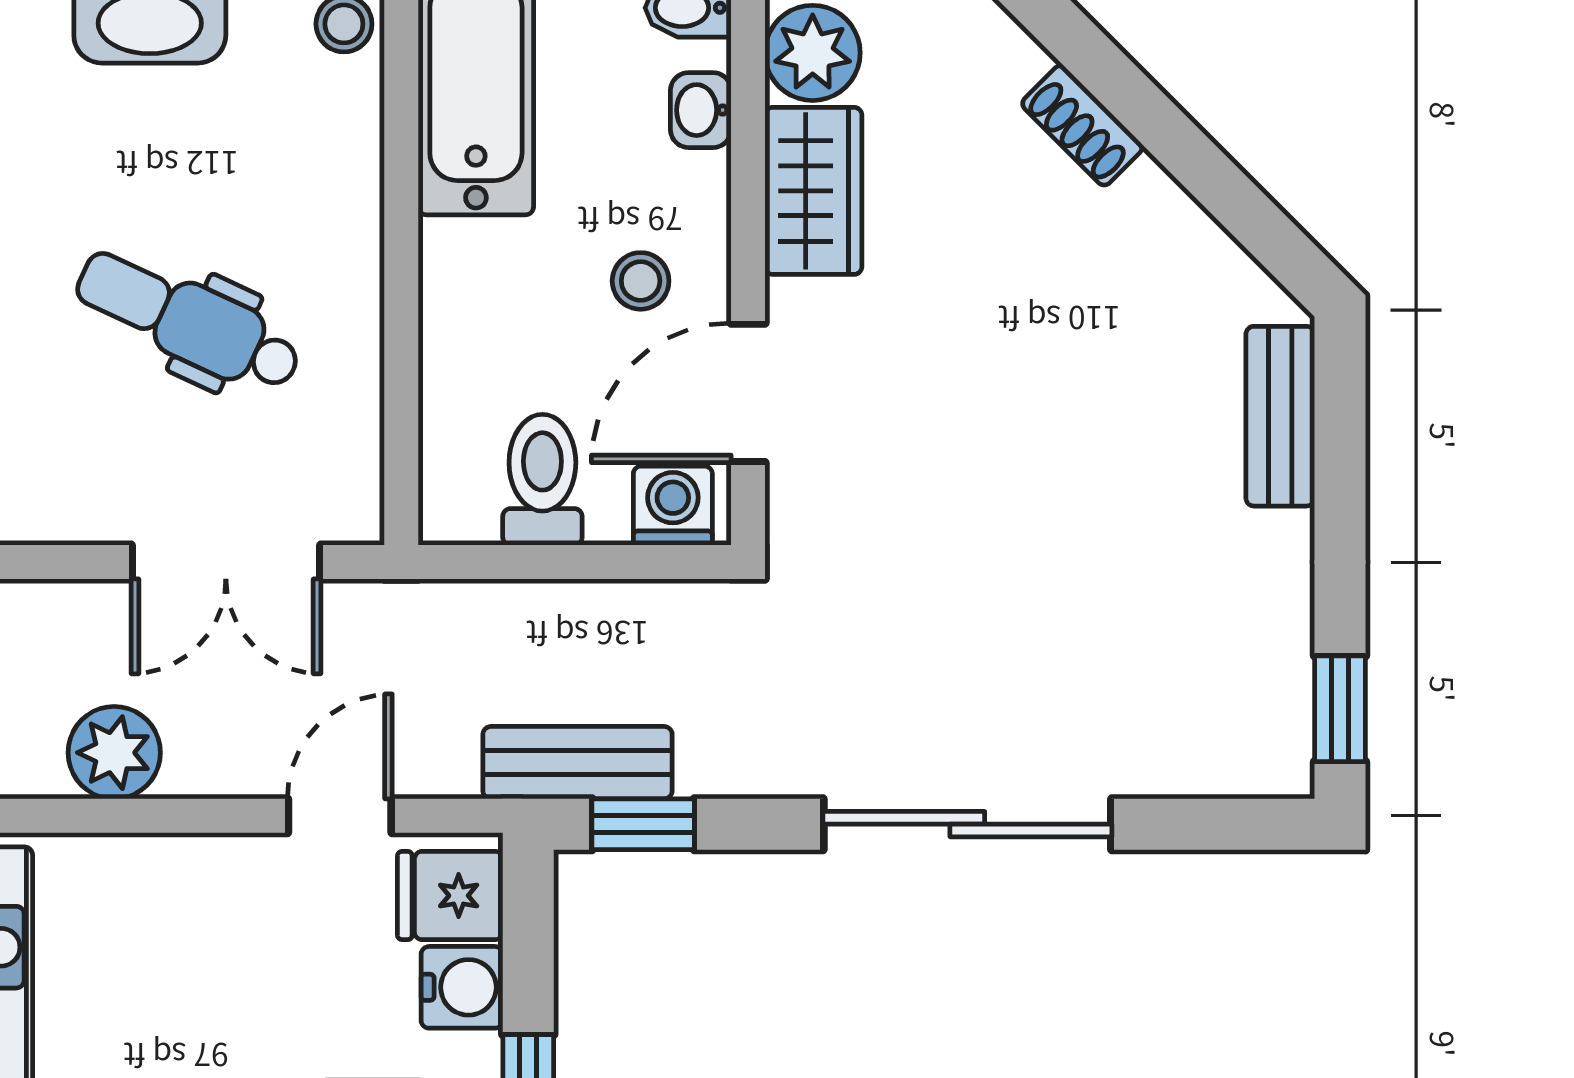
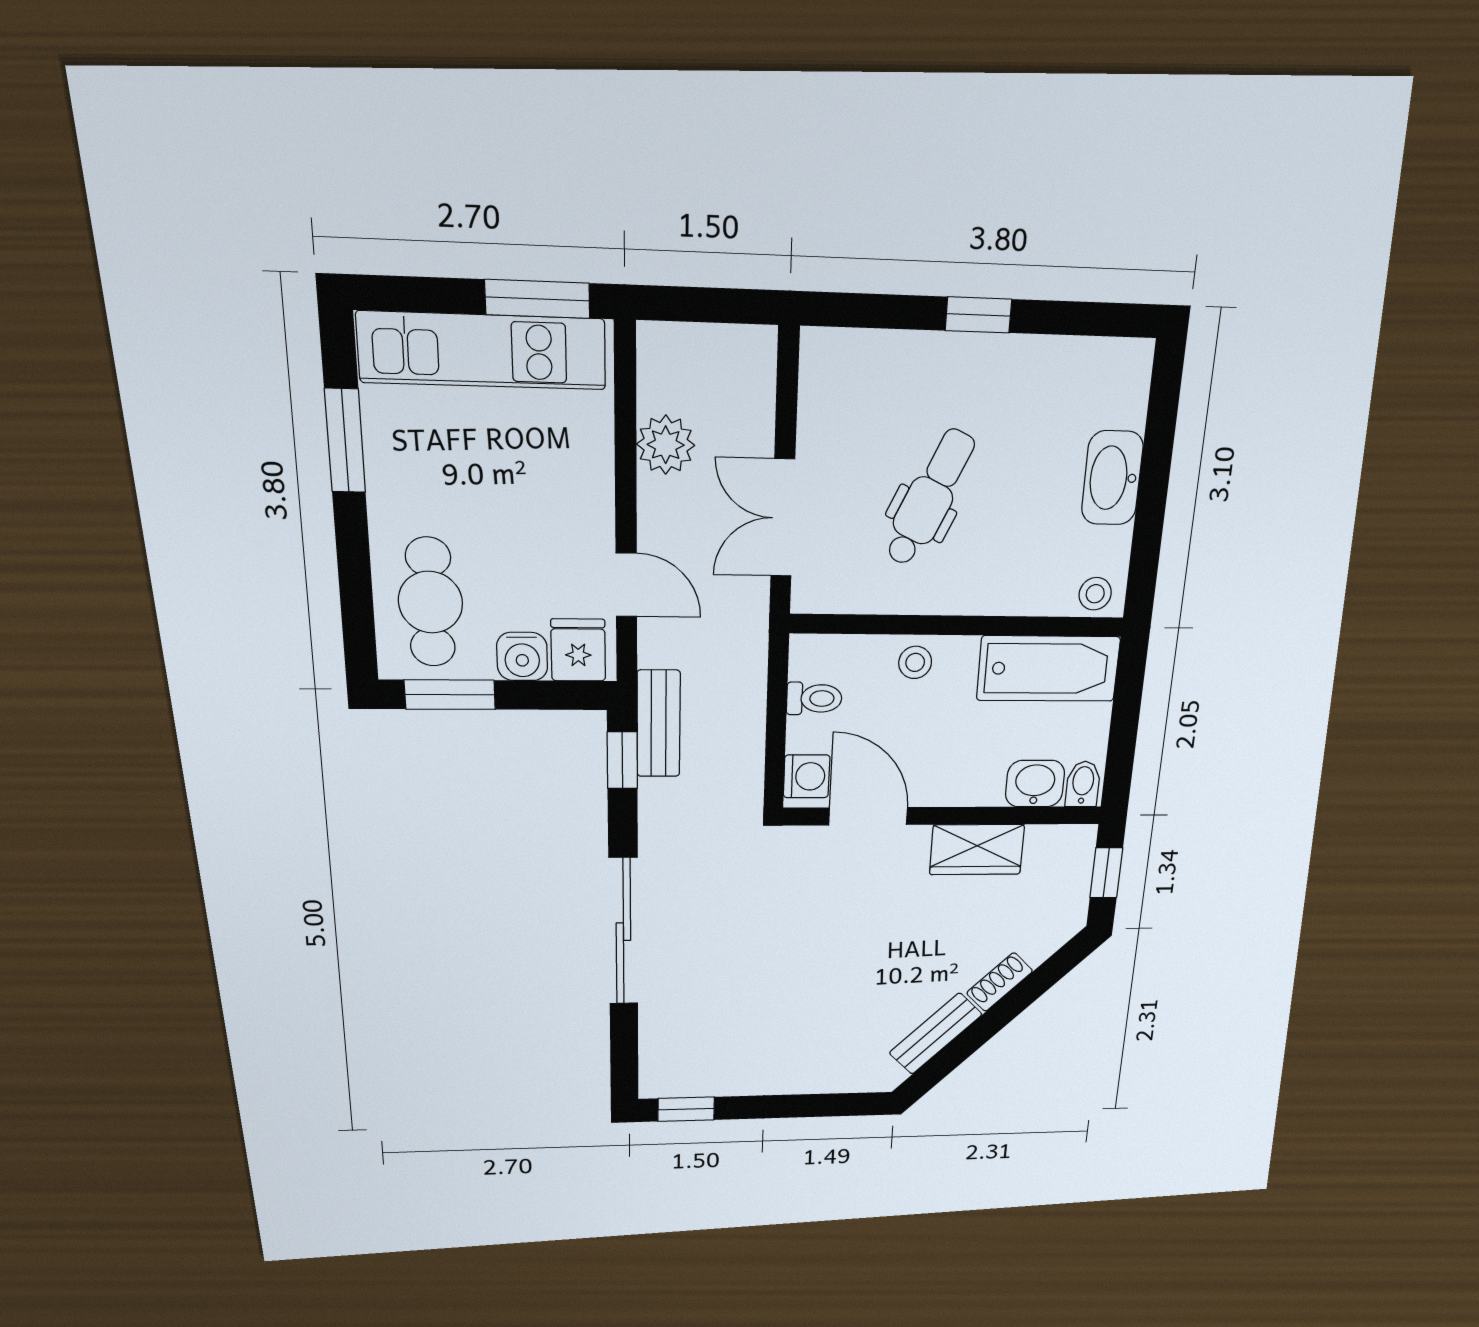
plant: (813, 53) -> (1051, 849), removed
washbasin: (701, 110) -> (1035, 784), width x1.38, depth x1.45
stool: (641, 281) -> (915, 662), moved
bench: (1280, 416) -> (936, 1034), moved, turned -45
toilet: (542, 480) -> (814, 698), width x0.73, depth x0.72

